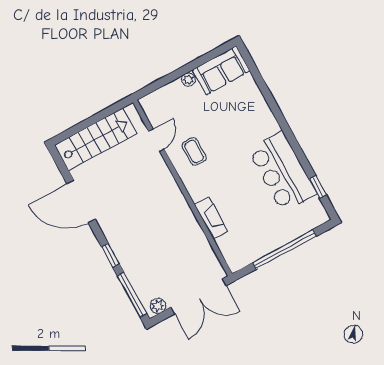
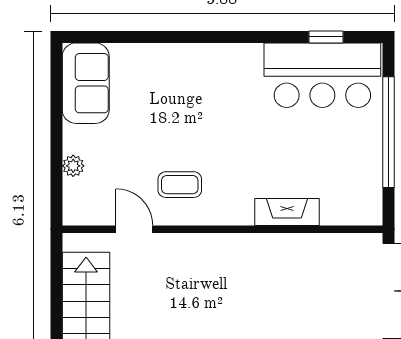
plant: (188, 80) -> (73, 166), moved
bar counter: (282, 172) -> (322, 75), moved

